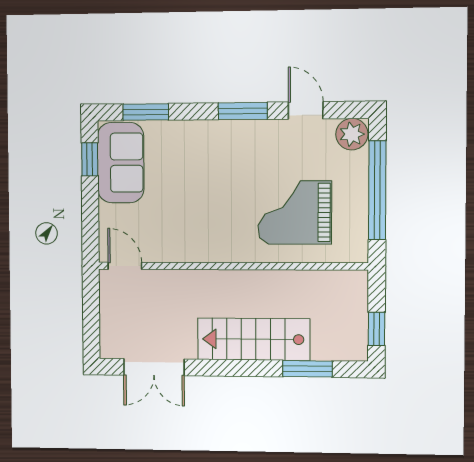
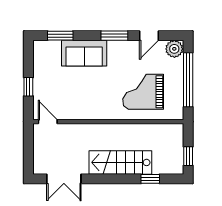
door: (306, 110) -> (149, 36), swing flipped
window: (90, 159) -> (28, 87), moved
sofa: (121, 163) -> (84, 53), moved, turned 90
window: (307, 369) -> (150, 179), width x0.67

